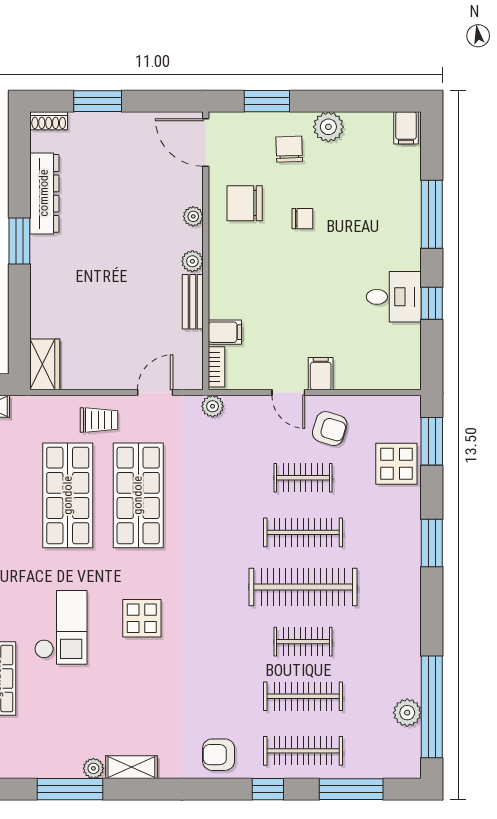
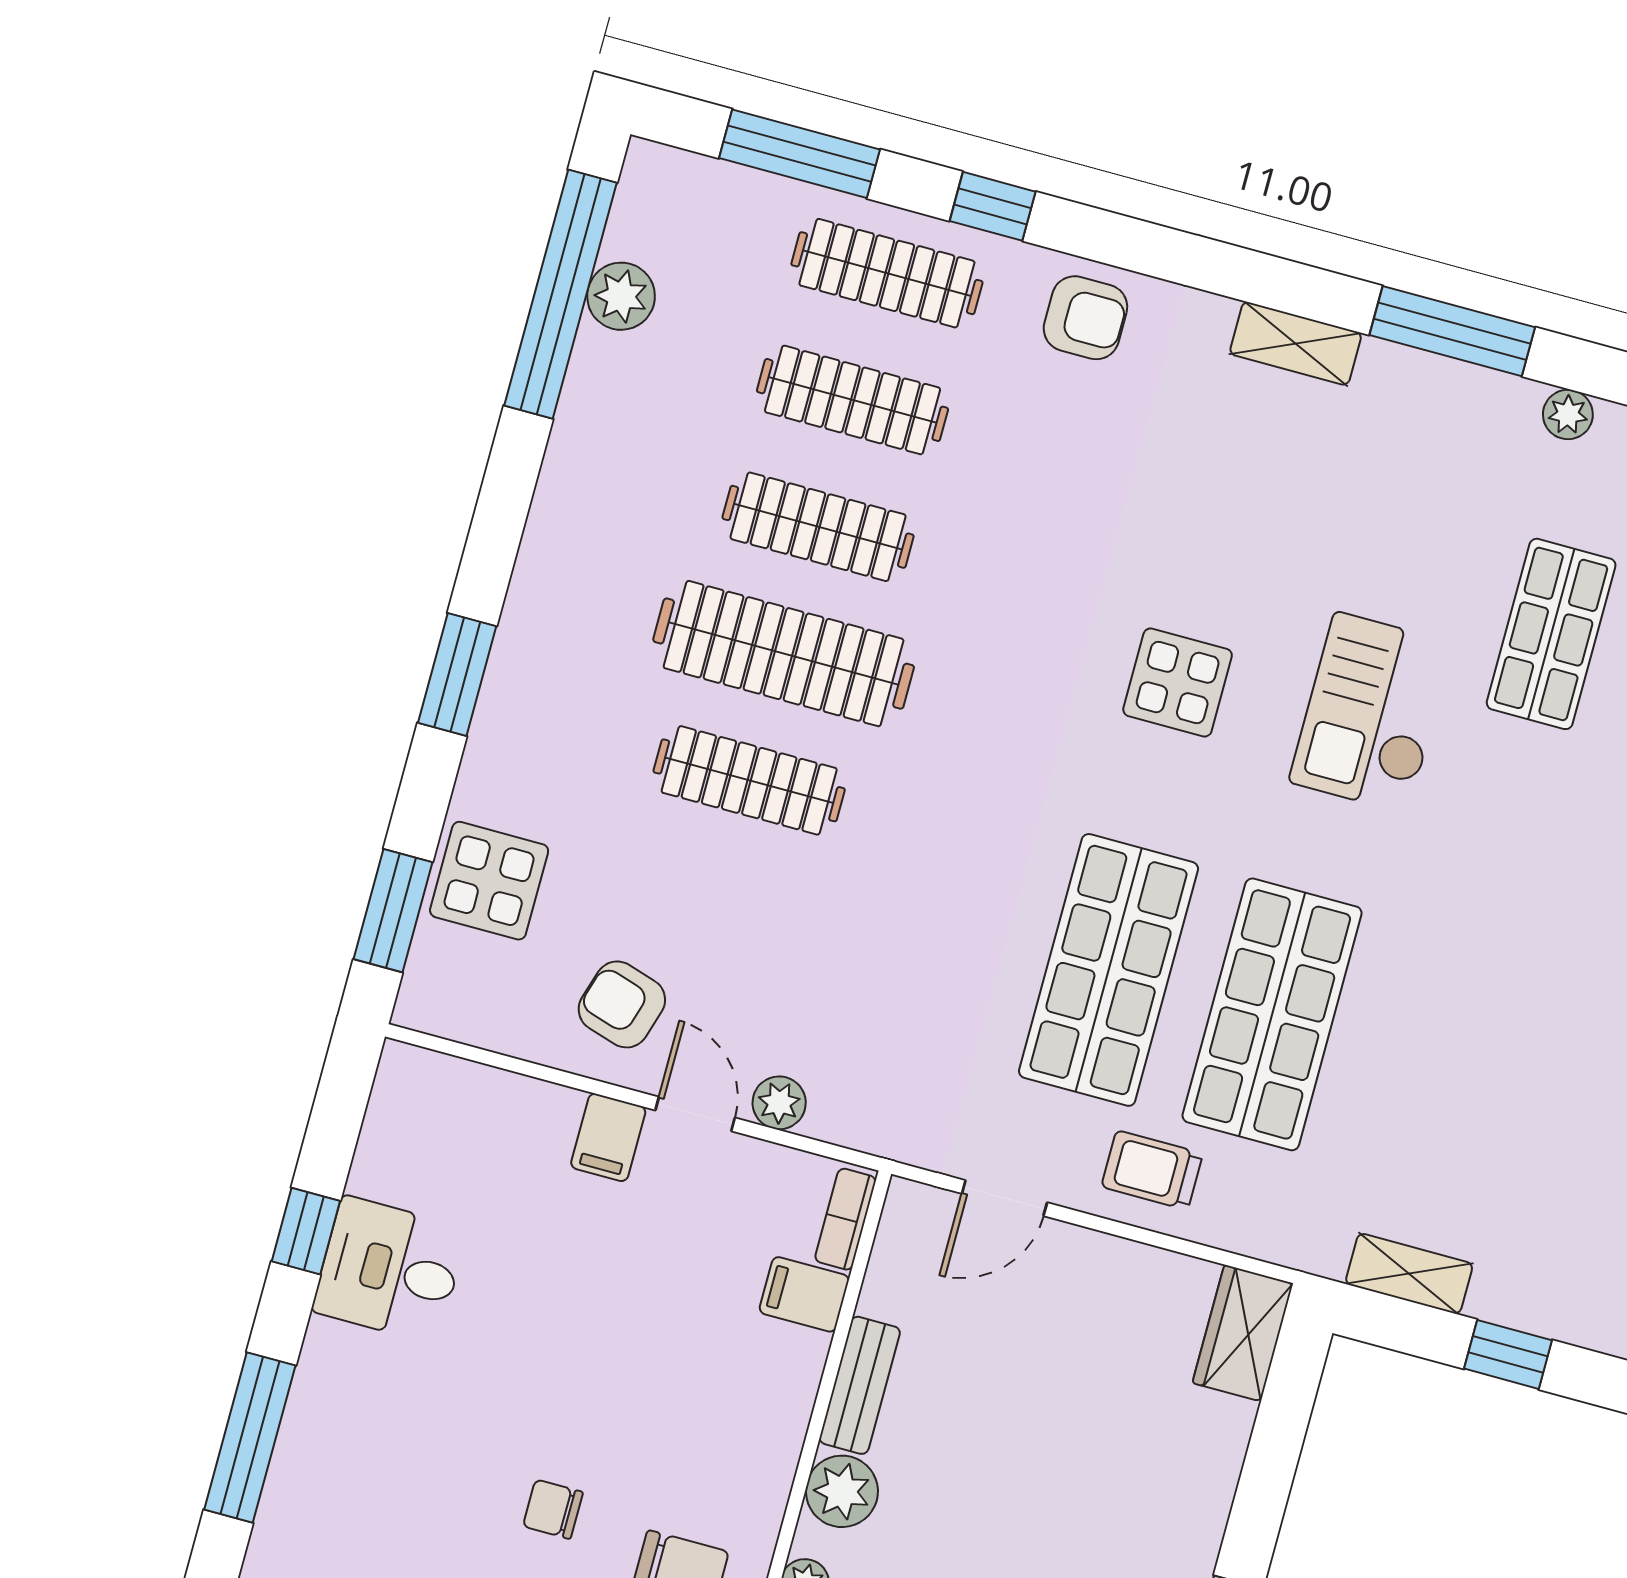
plant: (192, 261) -> (842, 1491), width x1.38, depth x1.38
plant: (213, 406) -> (779, 1103), moved
clothes rail: (303, 478) -> (715, 907), removed
clothes rail: (303, 642) -> (818, 527), width x1.36
plant: (93, 768) -> (1568, 414), moved

